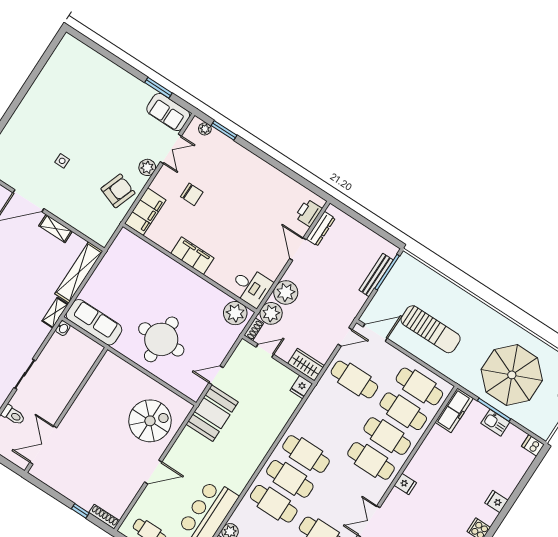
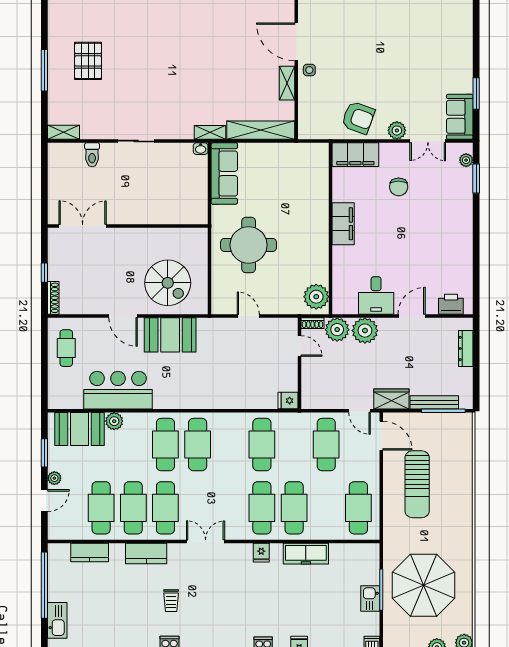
side table: (62, 161) -> (309, 70), moved
dresser: (321, 229) -> (466, 348), moved, turned 90
desk: (251, 287) -> (376, 295), moved
wardrobe: (306, 365) -> (391, 399), moved, turned -90
wall: (66, 410) -> (128, 226), moved
freezer: (454, 410) -> (306, 554), moved
cafe table: (403, 411) -> (326, 508), removed
booth: (212, 413) -> (170, 335), moved
double door: (43, 445) -> (83, 226), moved
cafe table: (306, 454) -> (262, 445), moved

